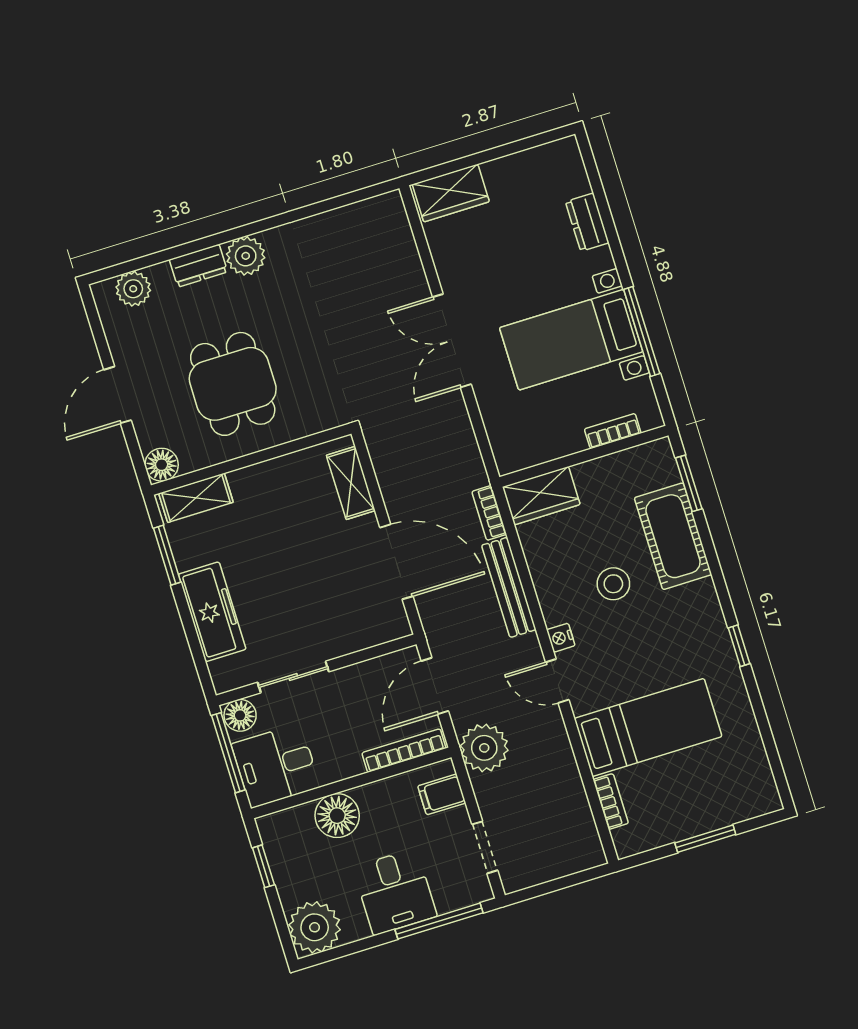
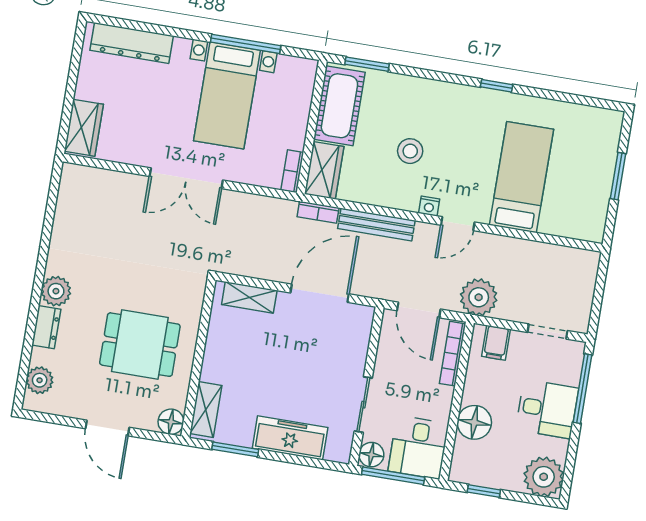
dresser: (587, 222) -> (132, 43), width x1.96, depth x1.24
bookcase: (613, 431) -> (292, 171), moved
cot: (673, 536) -> (339, 106), moved, turned 90
bookcase: (611, 801) -> (560, 229), removed

